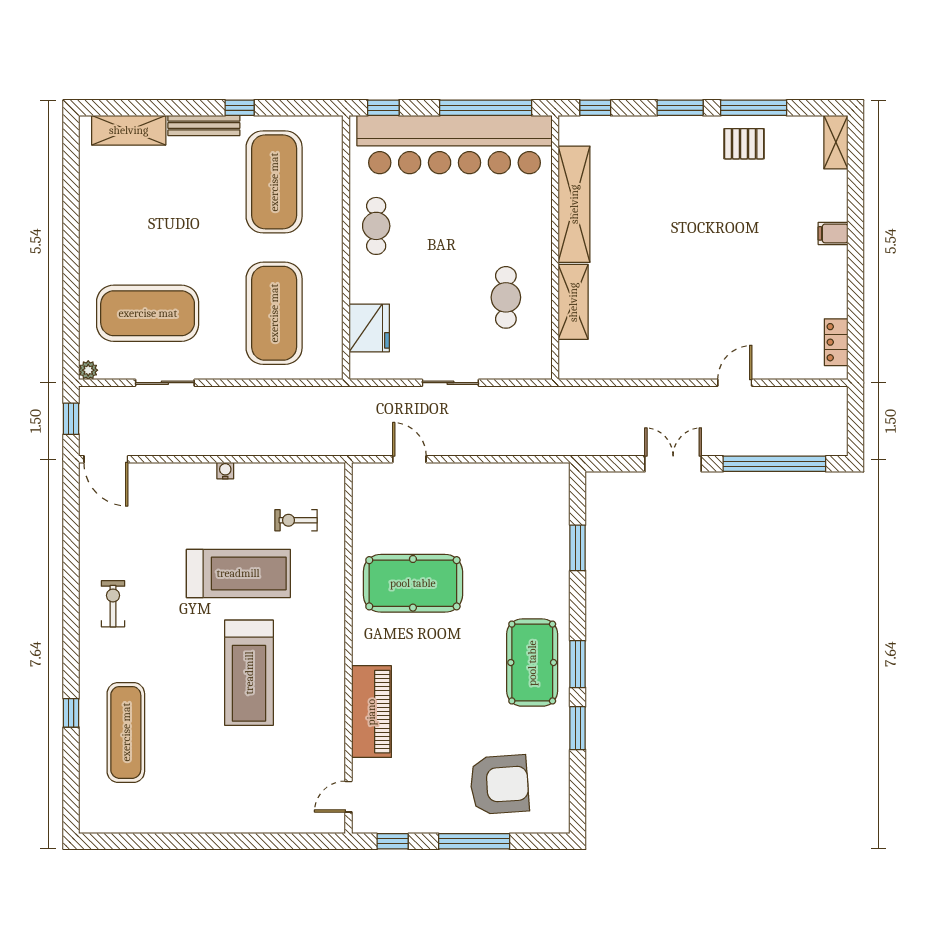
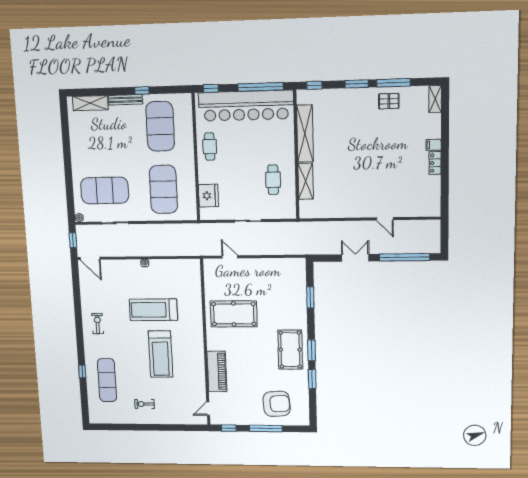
locker: (836, 342) -> (435, 163), moved
door: (735, 383) -> (385, 219), swing flipped
exercise bike: (296, 520) -> (145, 404), moved
treadmill: (238, 573) -> (153, 310), turned 180

